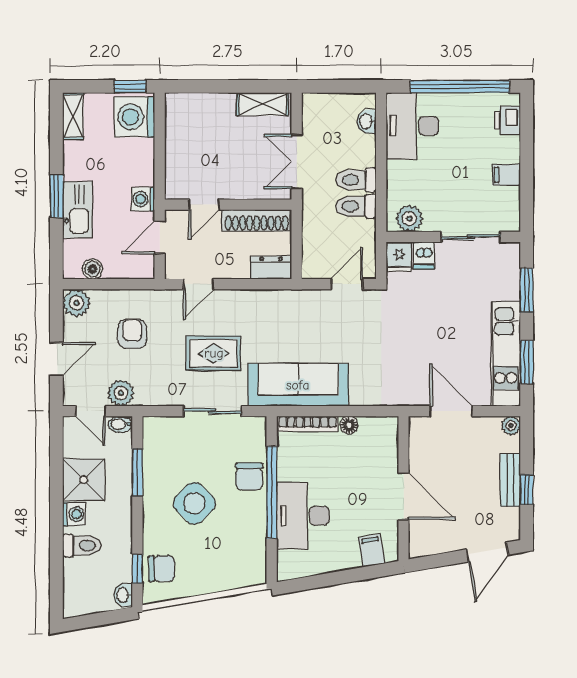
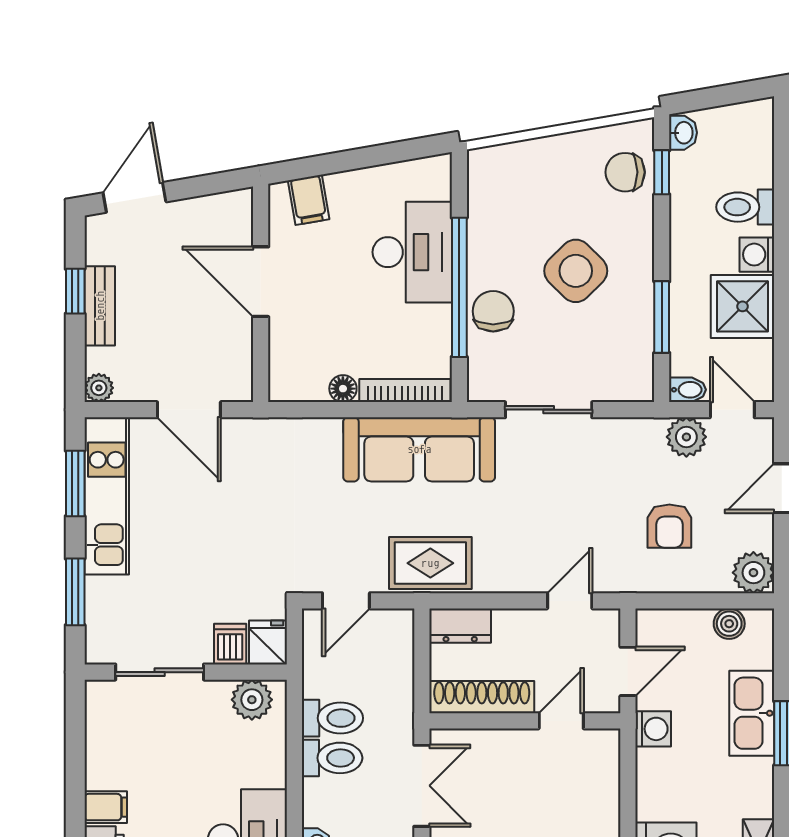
filing cabinet: (506, 175) -> (106, 807), moved
rug: (214, 353) -> (430, 563), moved

